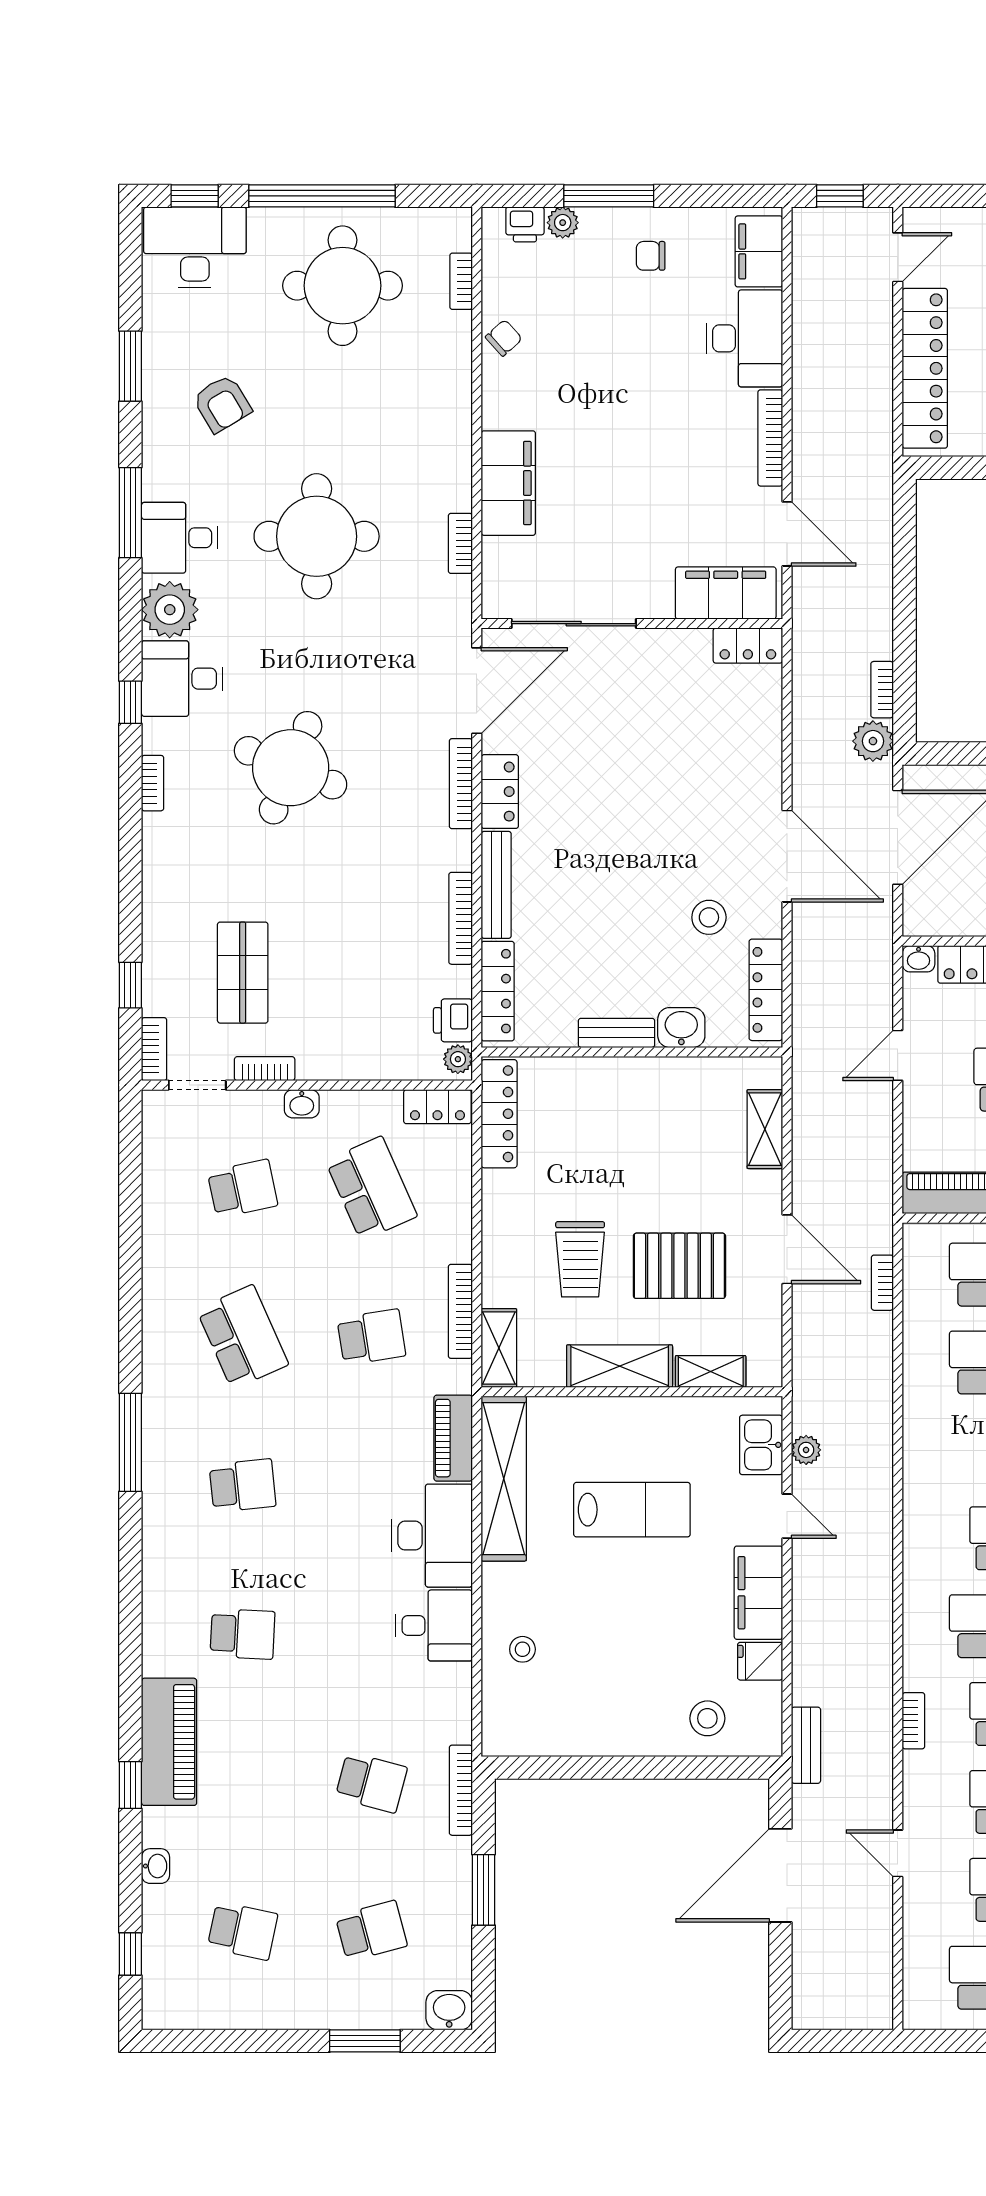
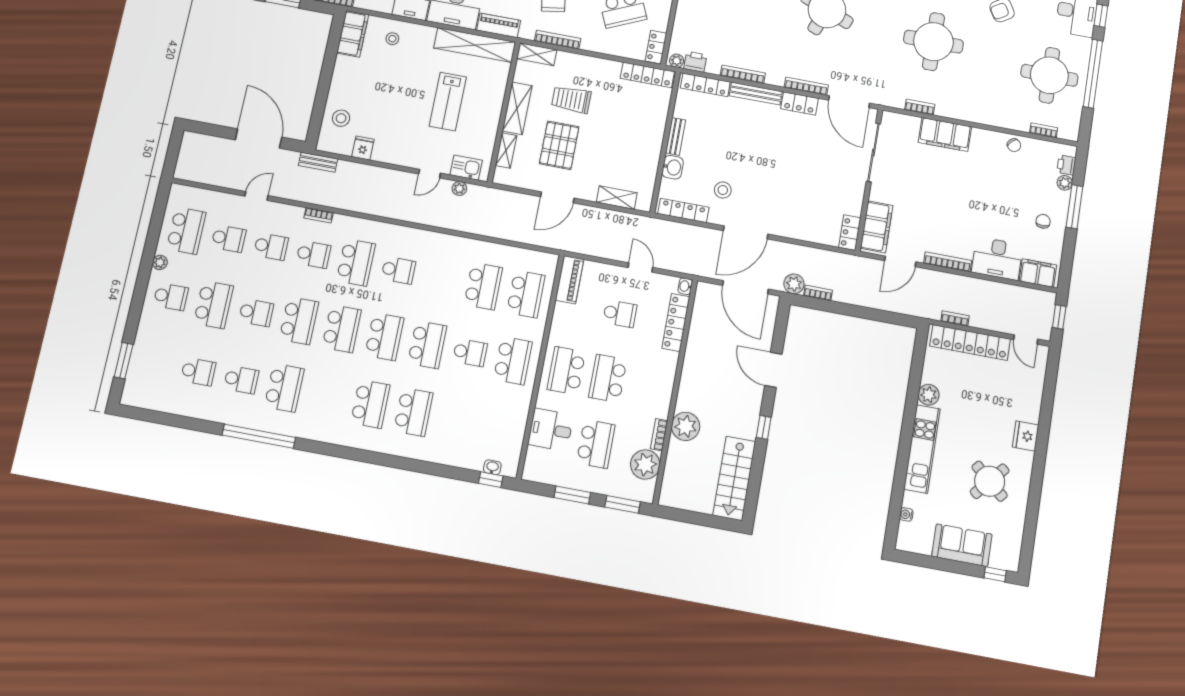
bookcase: (882, 1283) -> (955, 319), moved
filing cabinet: (758, 1593) -> (353, 34), moved, turned 90

